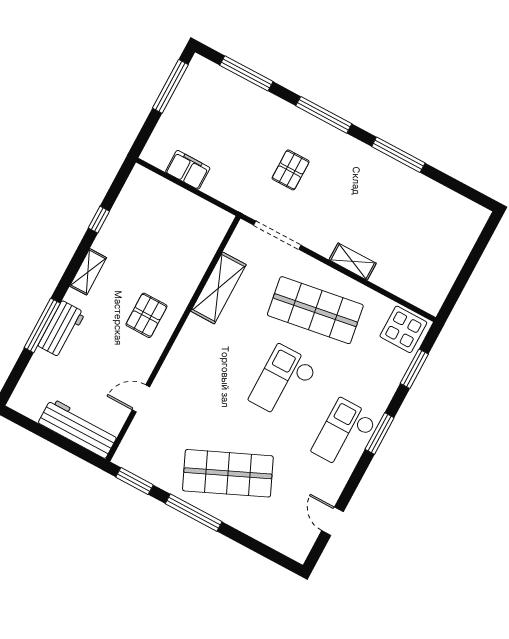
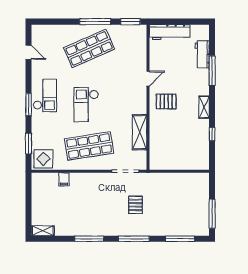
filing cabinet: (188, 170) -> (64, 179), moved, width x0.50
shelving: (353, 262) -> (43, 231), moved
pallet: (146, 315) -> (166, 102), turned 90
workbench: (62, 329) -> (202, 54), moved
checkout: (283, 382) -> (86, 105), turned 180
door: (141, 398) -> (148, 79), moved

